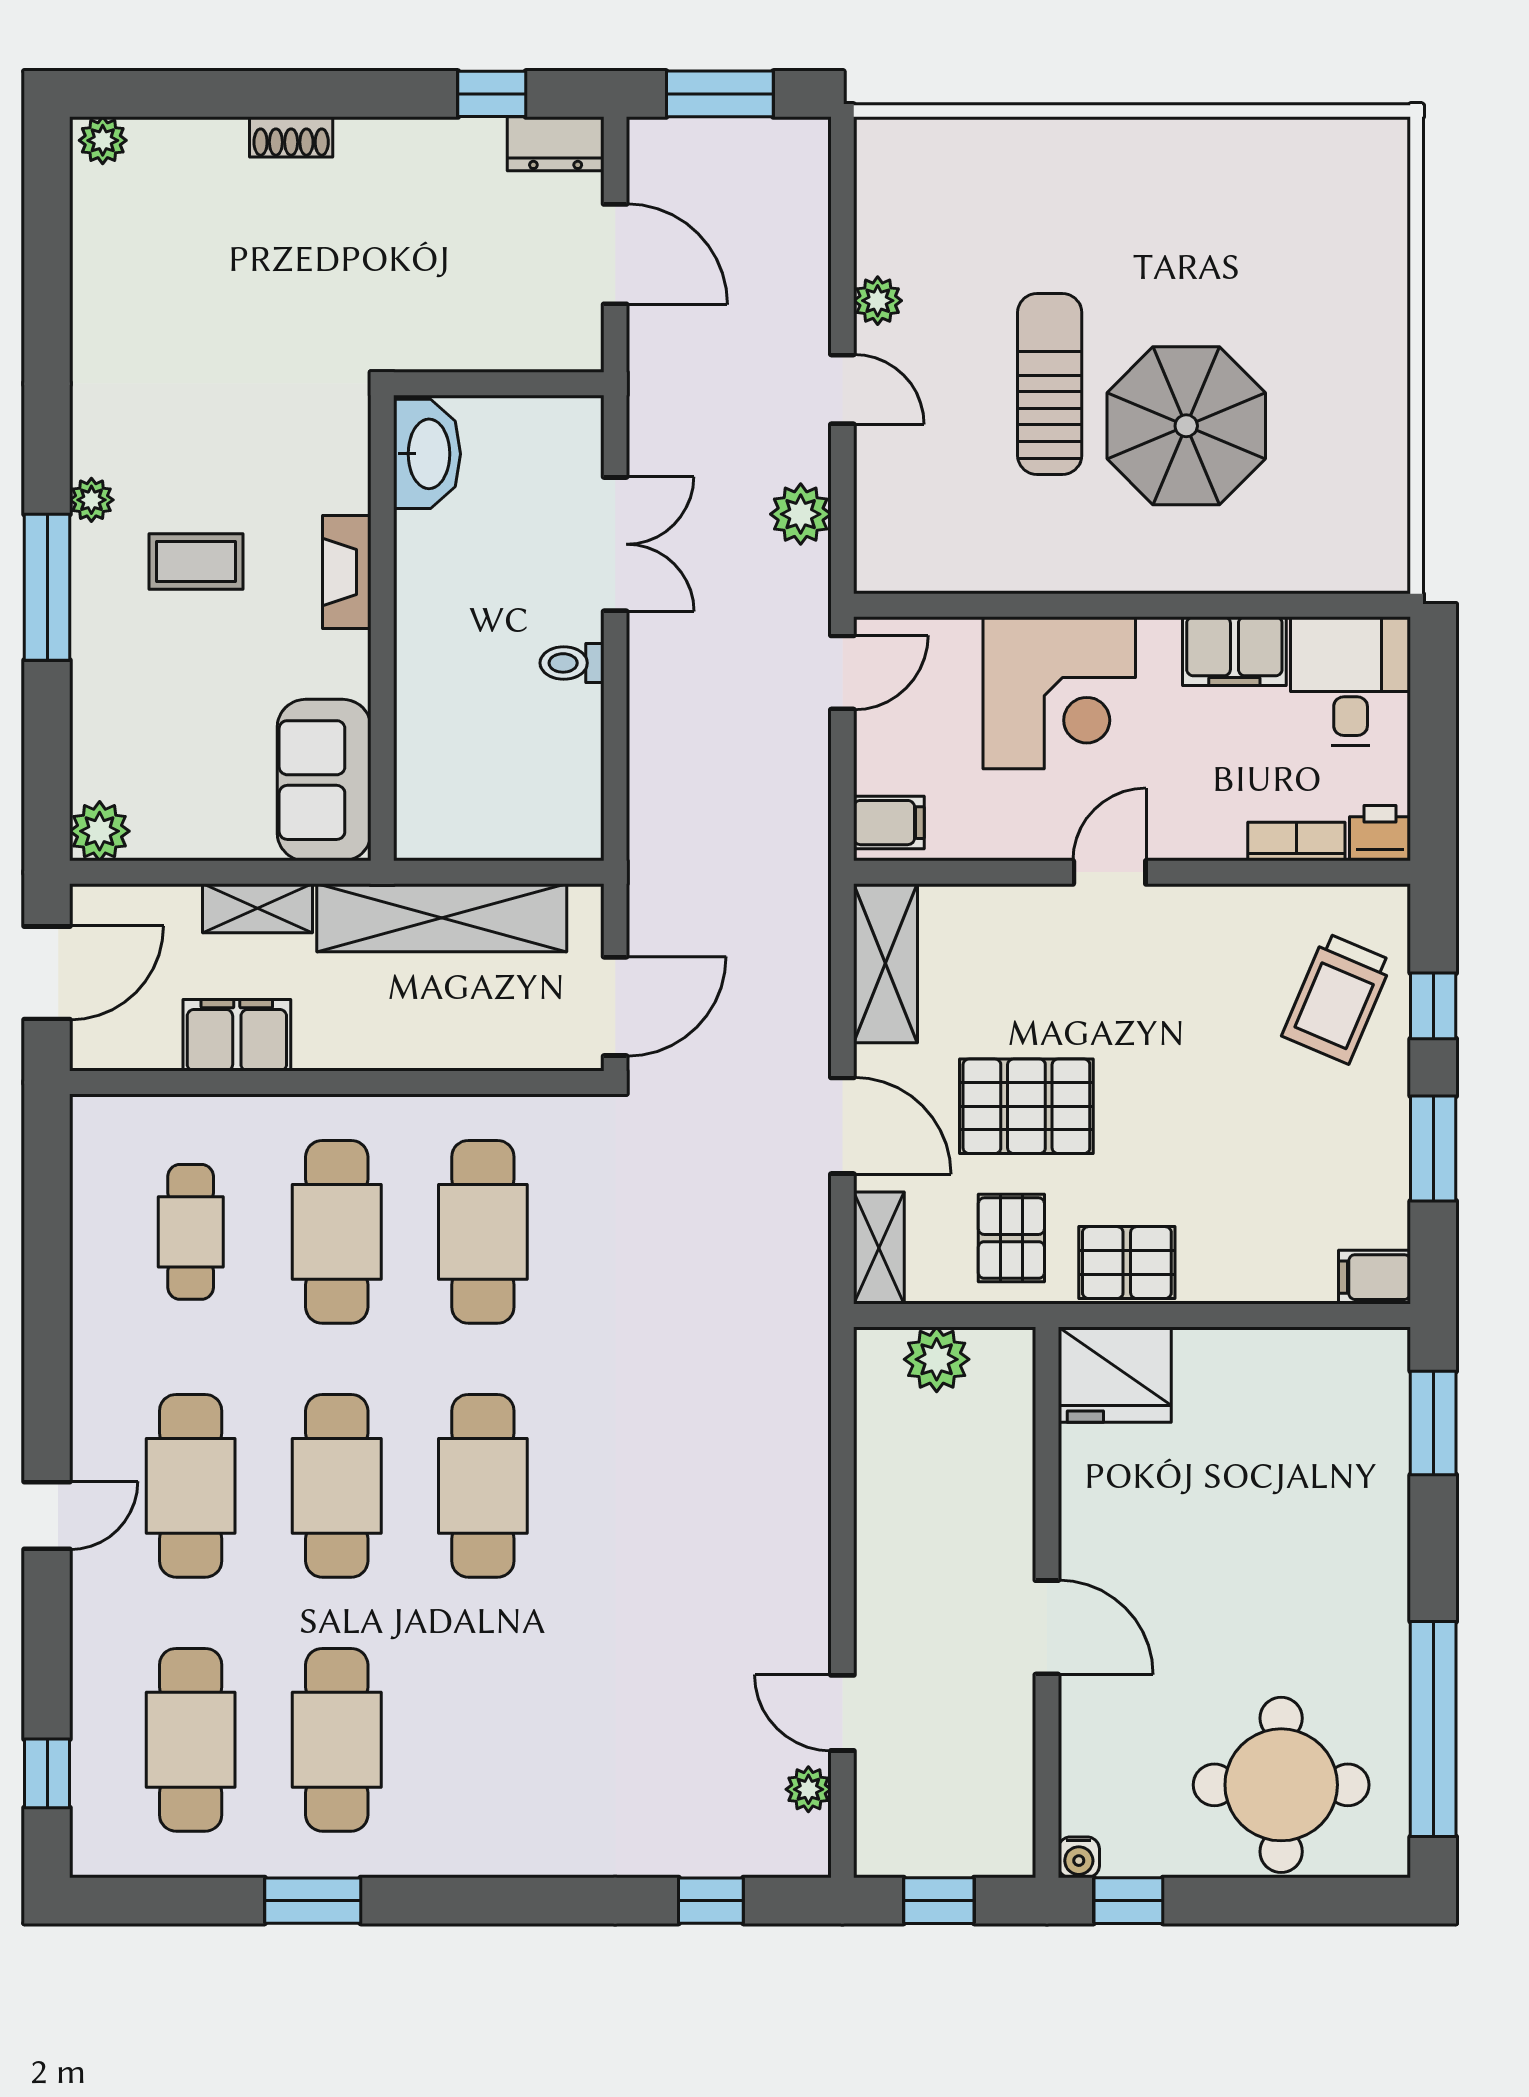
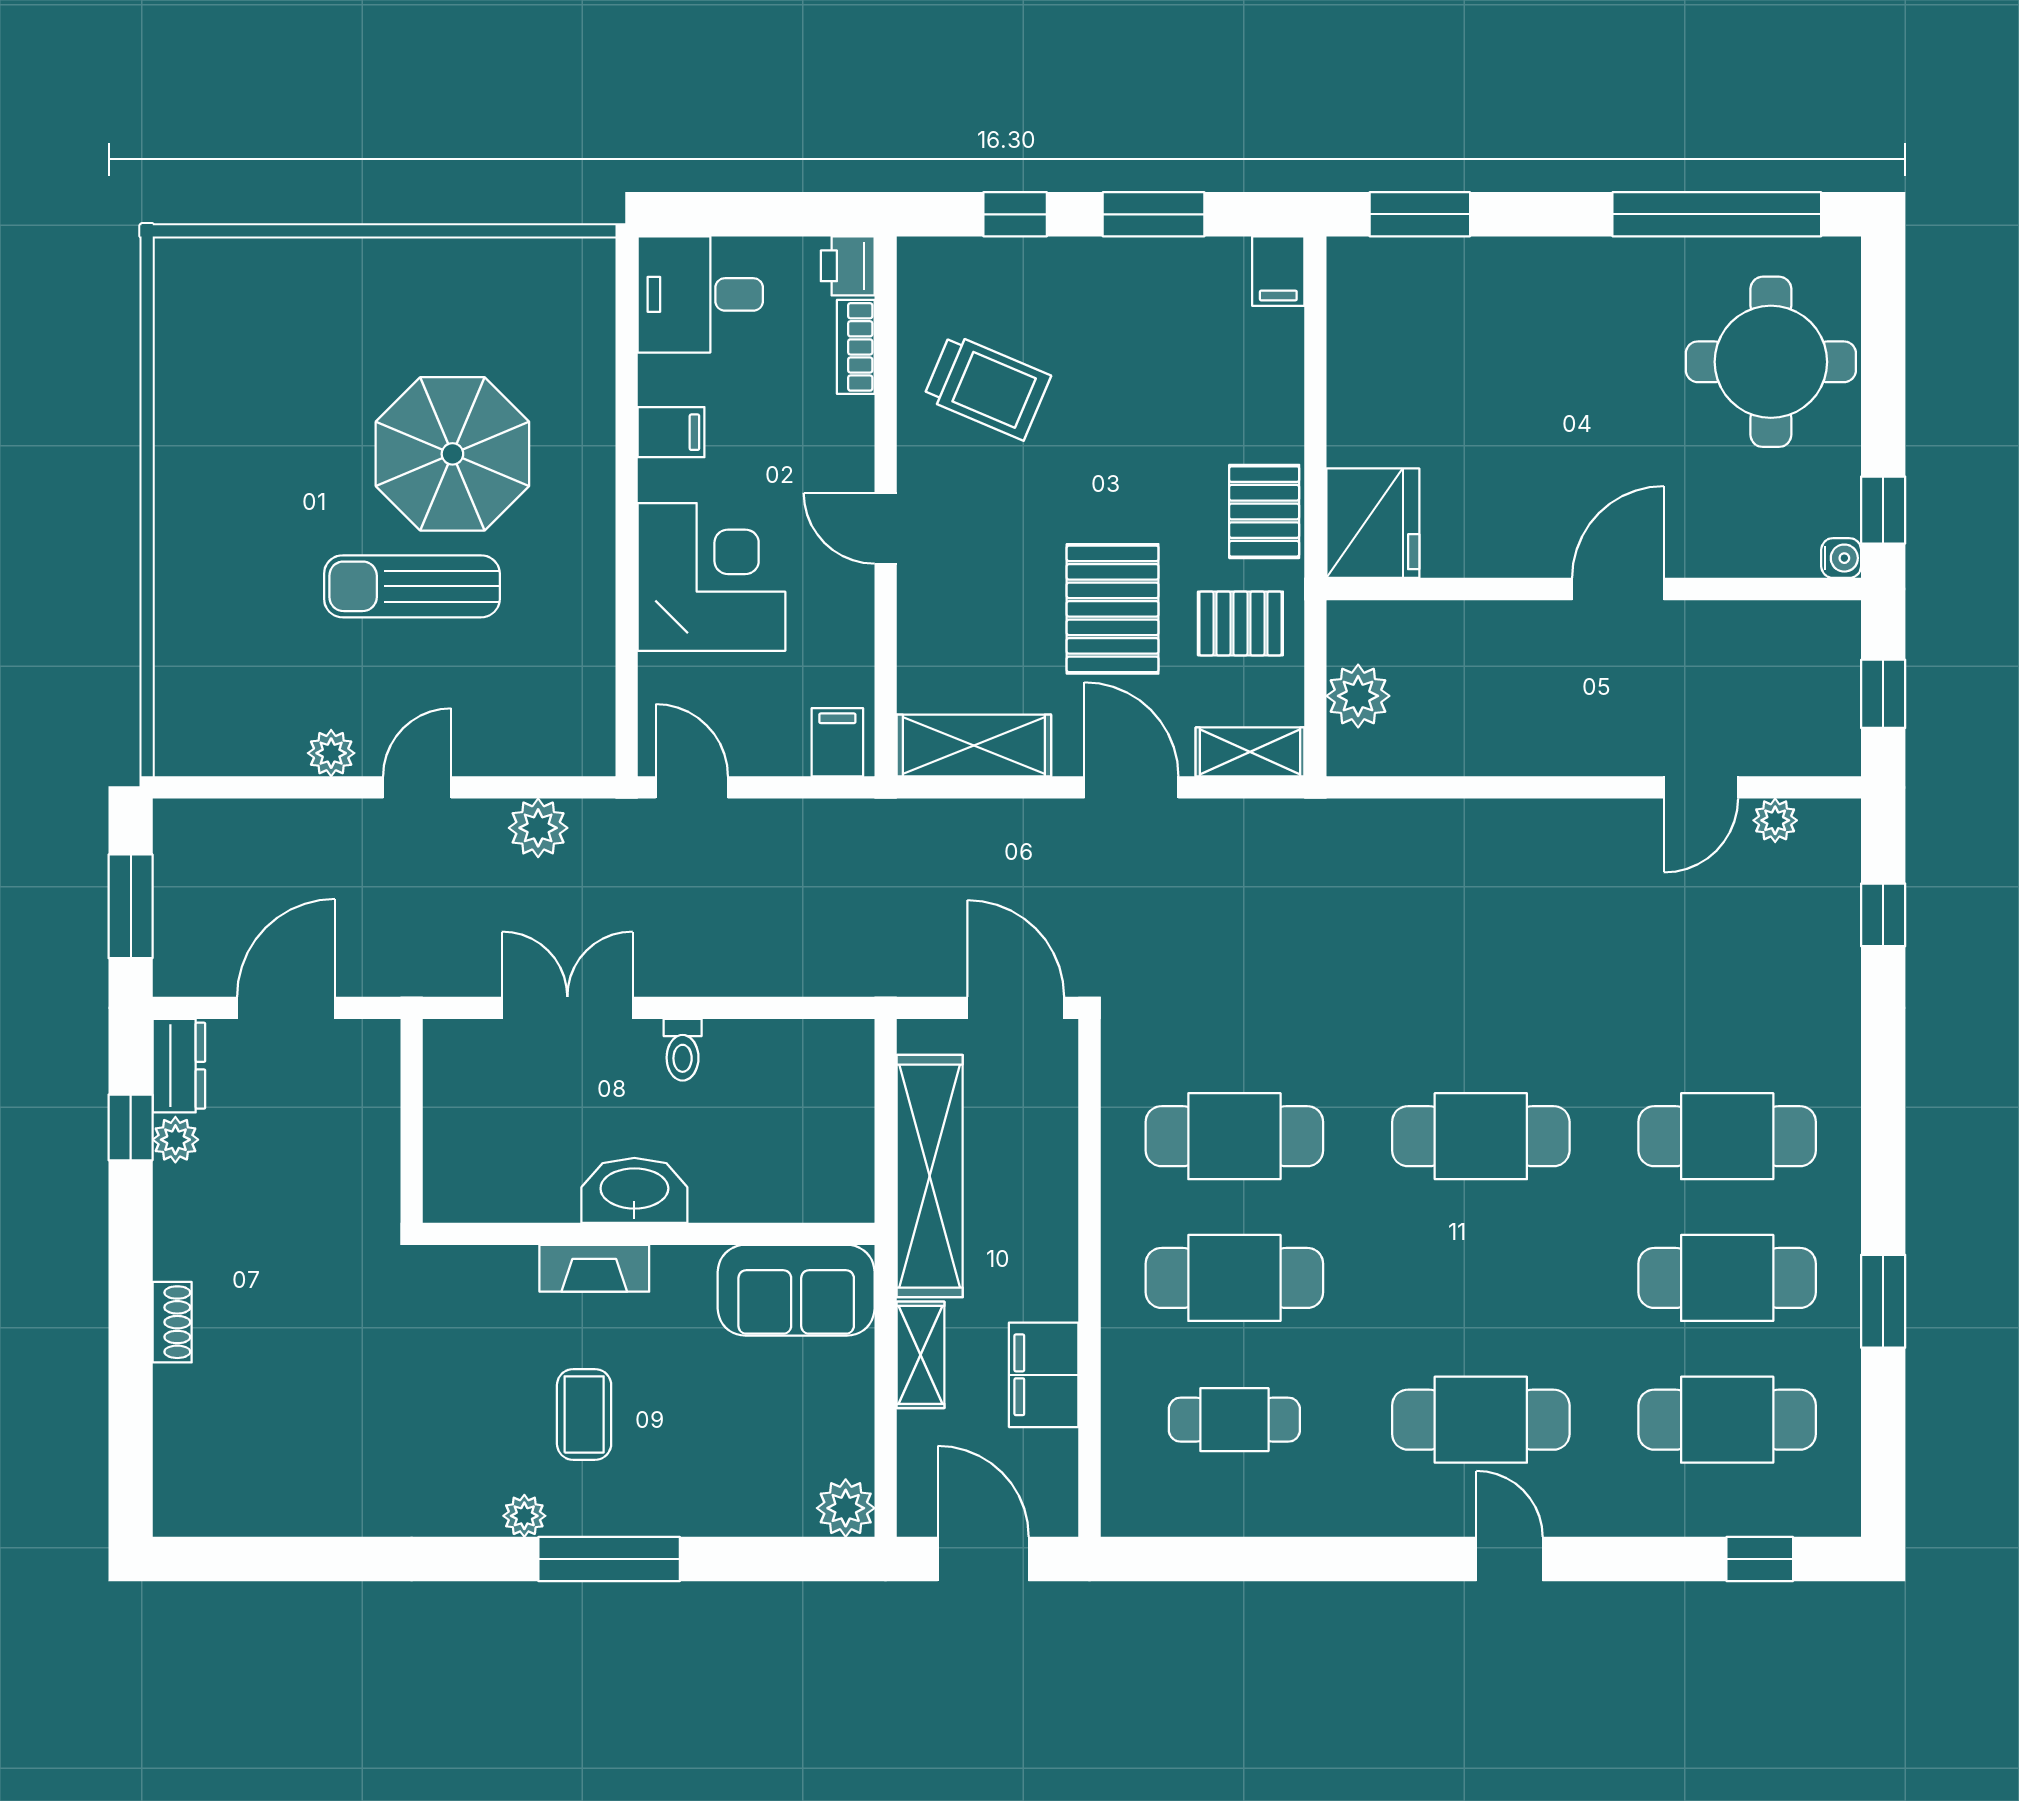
plant: (103, 140) -> (175, 1140), moved
washbasin: (427, 454) -> (634, 1190), moved
filing cabinet: (1234, 651) -> (671, 432), width x0.50
trolley: (1337, 998) -> (987, 387), moved
door: (842, 1126) -> (1131, 787), hinge flipped
cafe table: (337, 1486) -> (1727, 1136), moved

